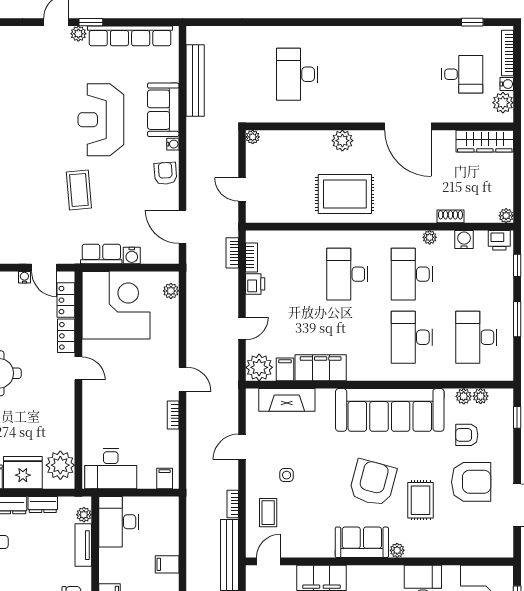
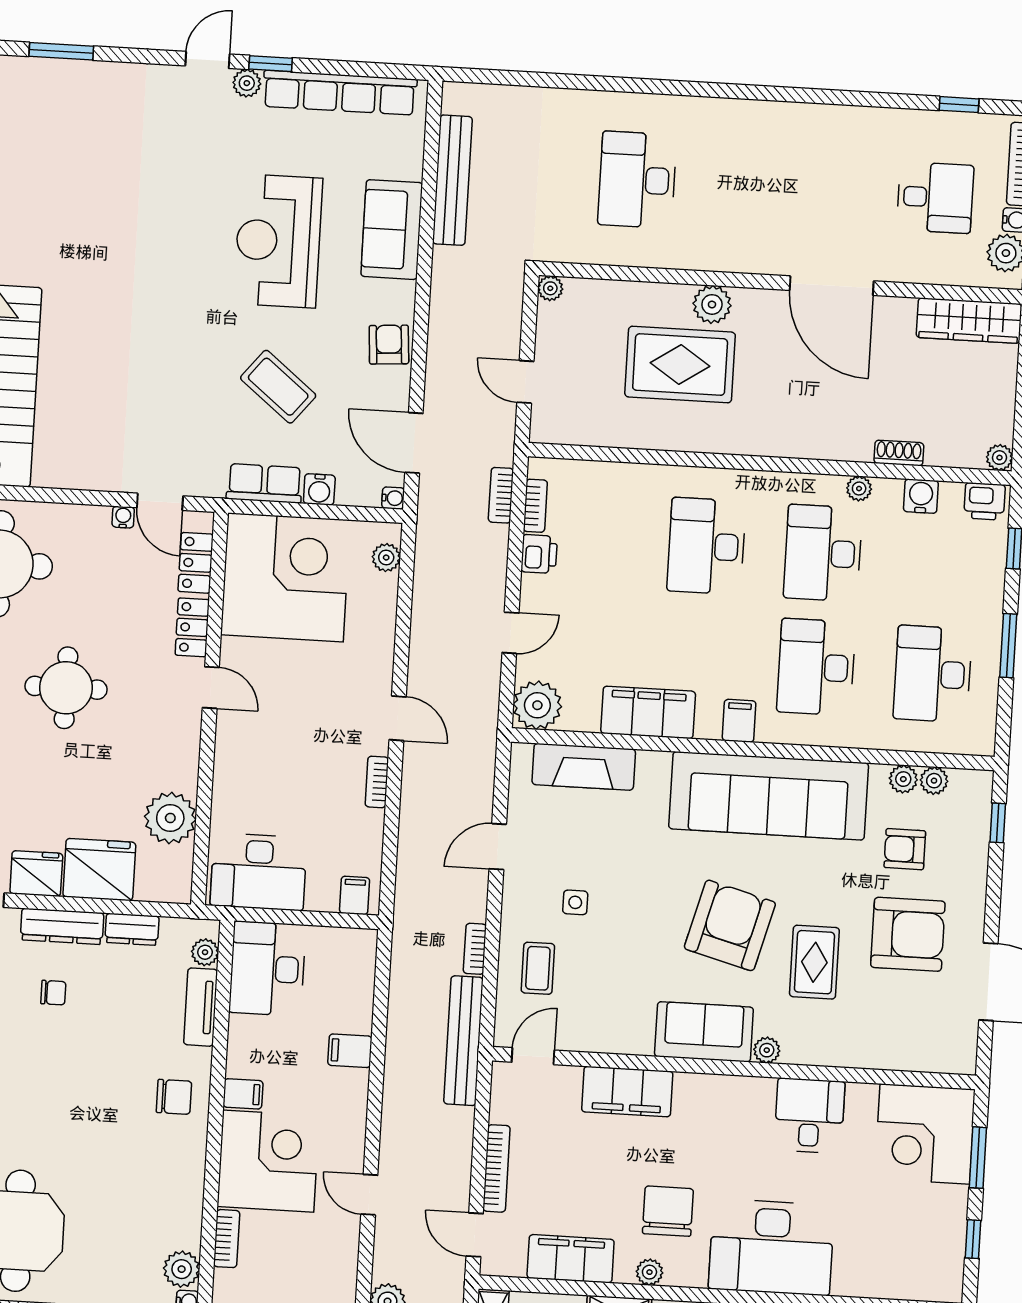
water cooler: (173, 144) -> (393, 498), moved
coffee table: (79, 190) -> (278, 387), moved, turned -46
rug: (345, 194) -> (680, 365), moved
filing cabinet: (285, 369) -> (739, 721), moved
plant: (60, 465) -> (170, 818), moved

